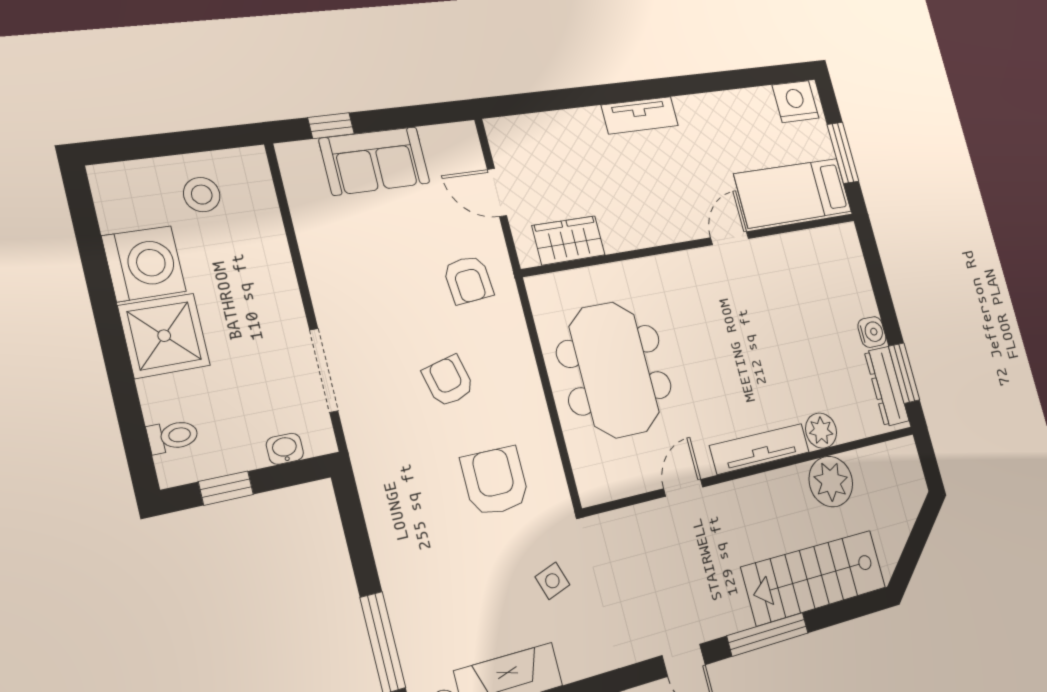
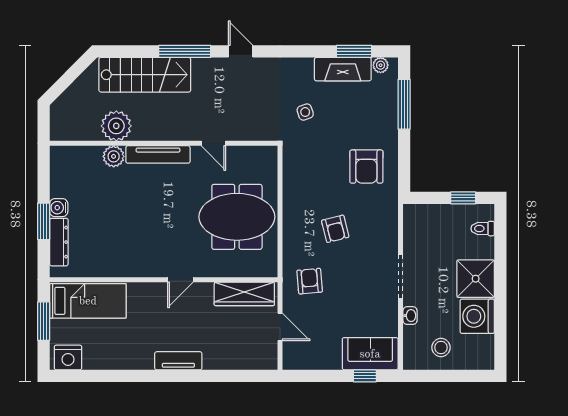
sofa: (375, 161) -> (370, 354), moved
door: (730, 238) -> (180, 280), moved
wardrobe: (569, 240) -> (244, 294), width x1.50
meeting table: (614, 370) -> (237, 217), turned 90
doorway: (324, 371) -> (400, 277), moved
window: (904, 373) -> (44, 221), moved
dresser: (887, 386) -> (59, 242), moved
washbasin: (285, 449) -> (410, 316), moved, turned -90
armchair: (495, 481) -> (366, 167), moved
door: (683, 488) -> (213, 143), hinge flipped

